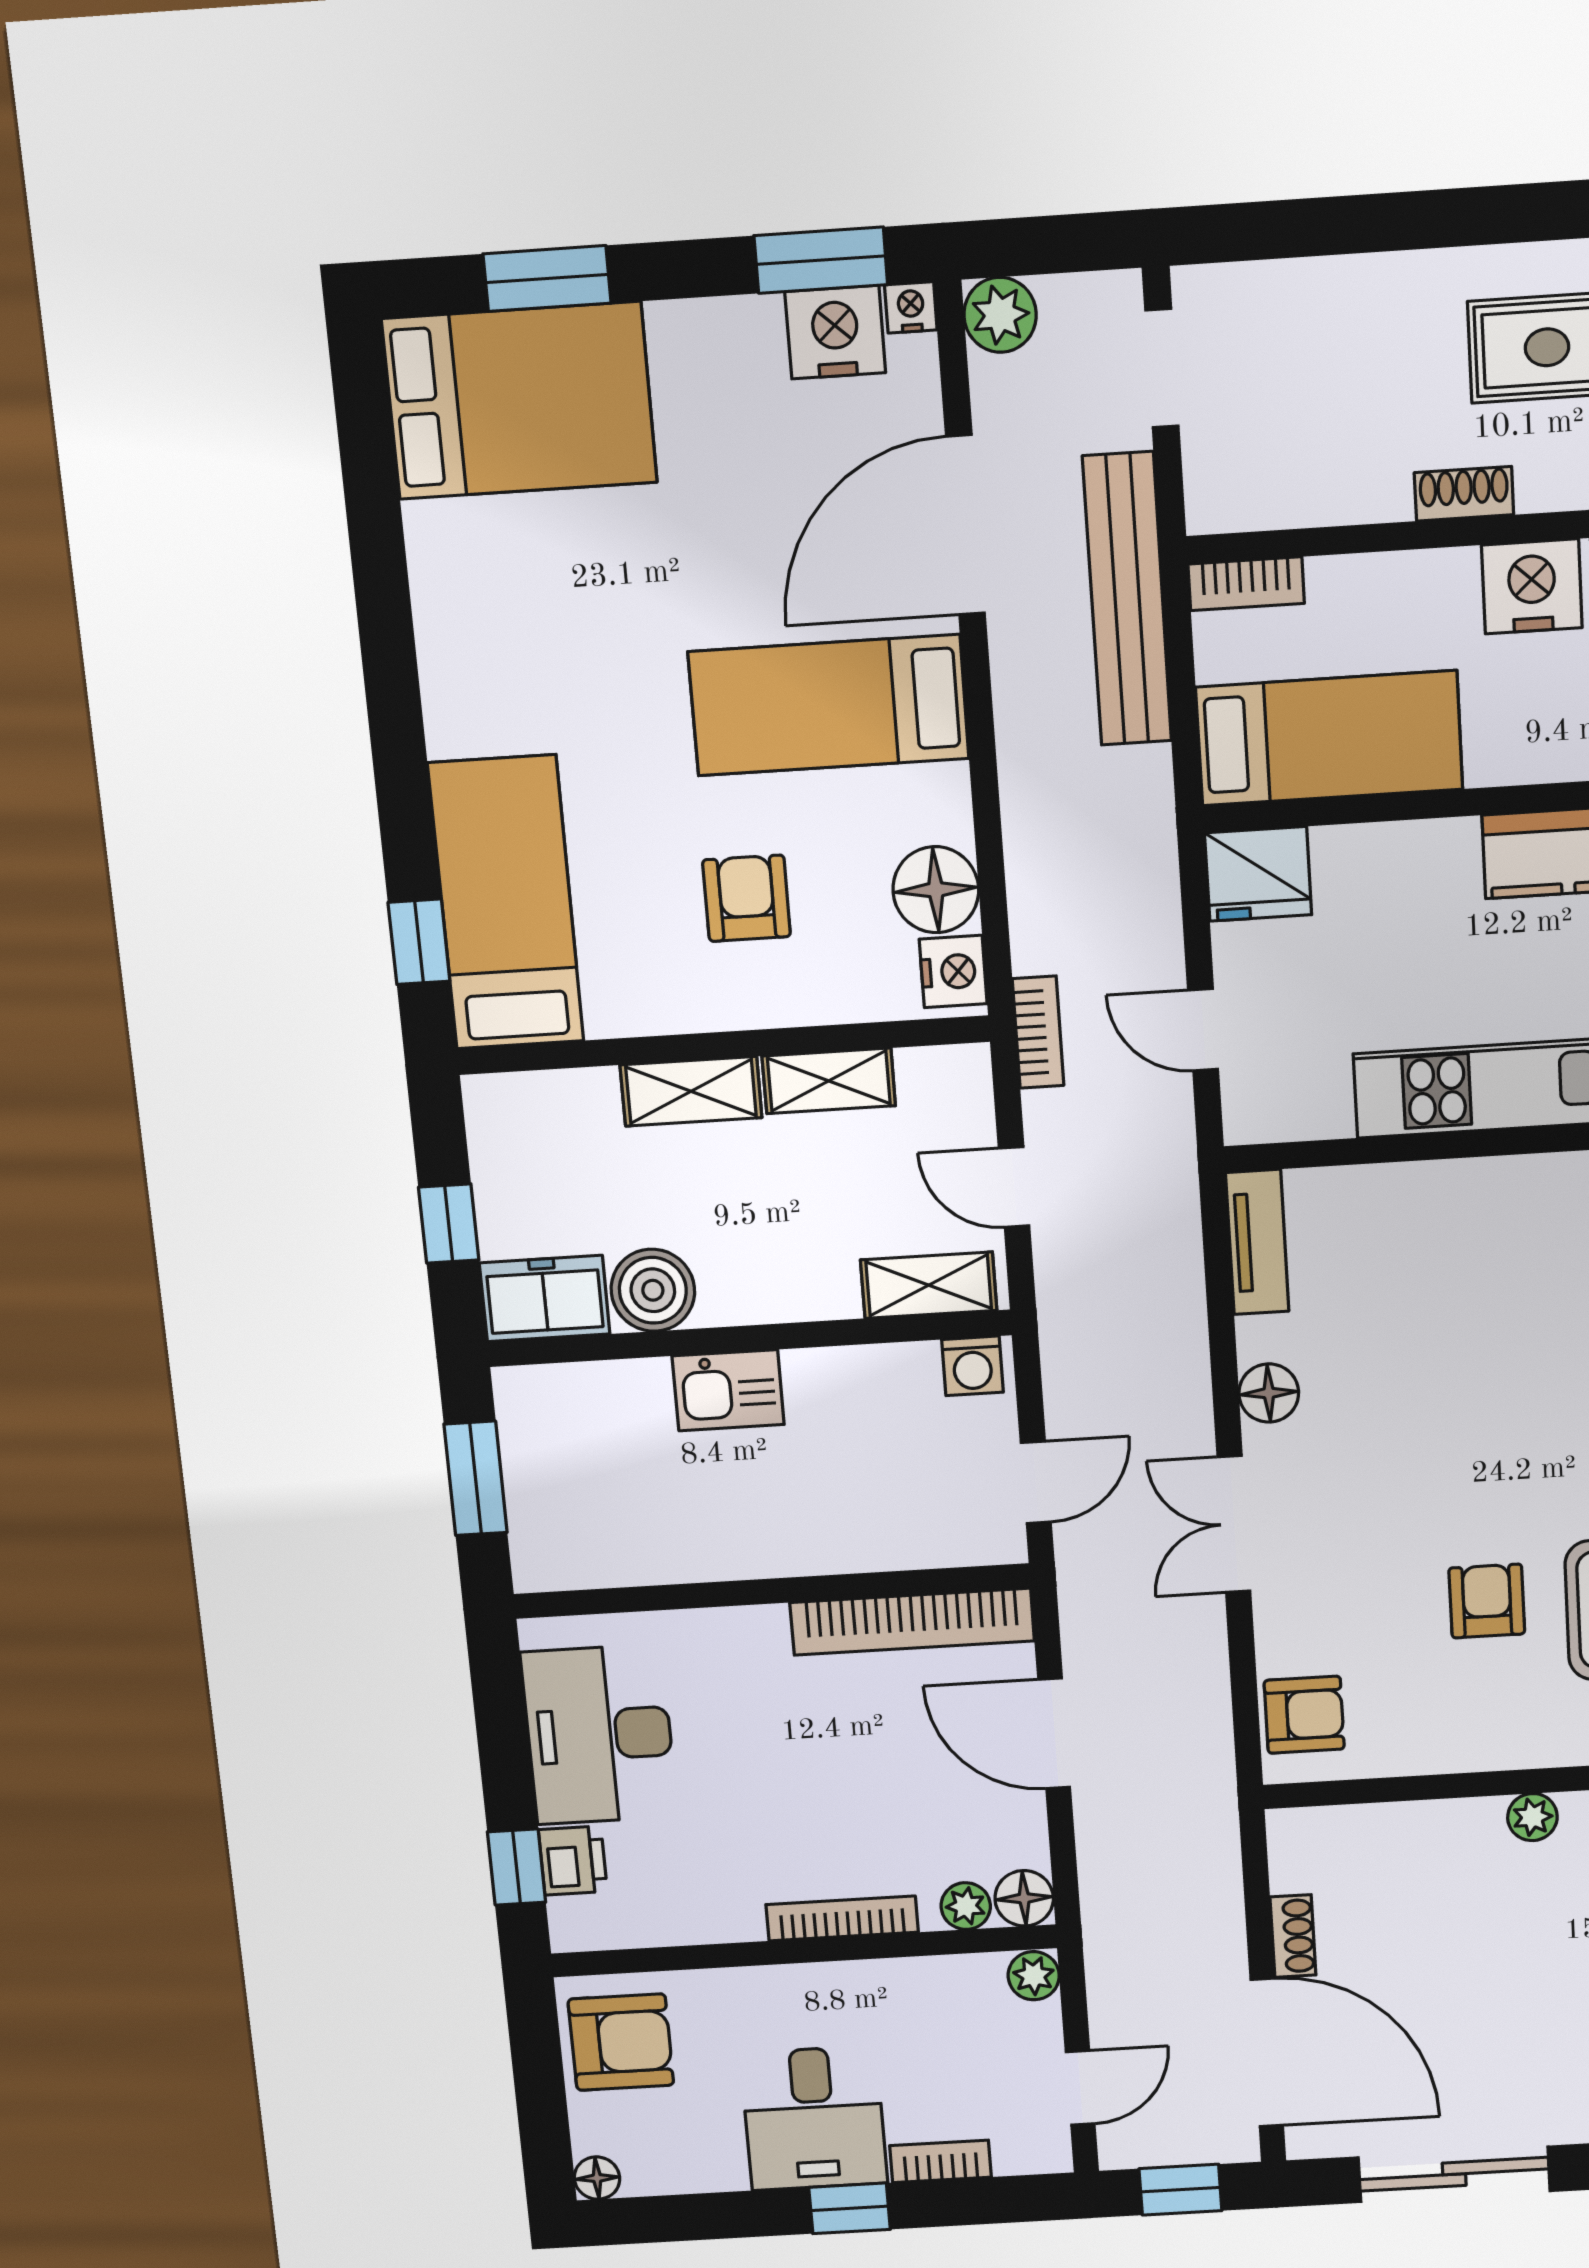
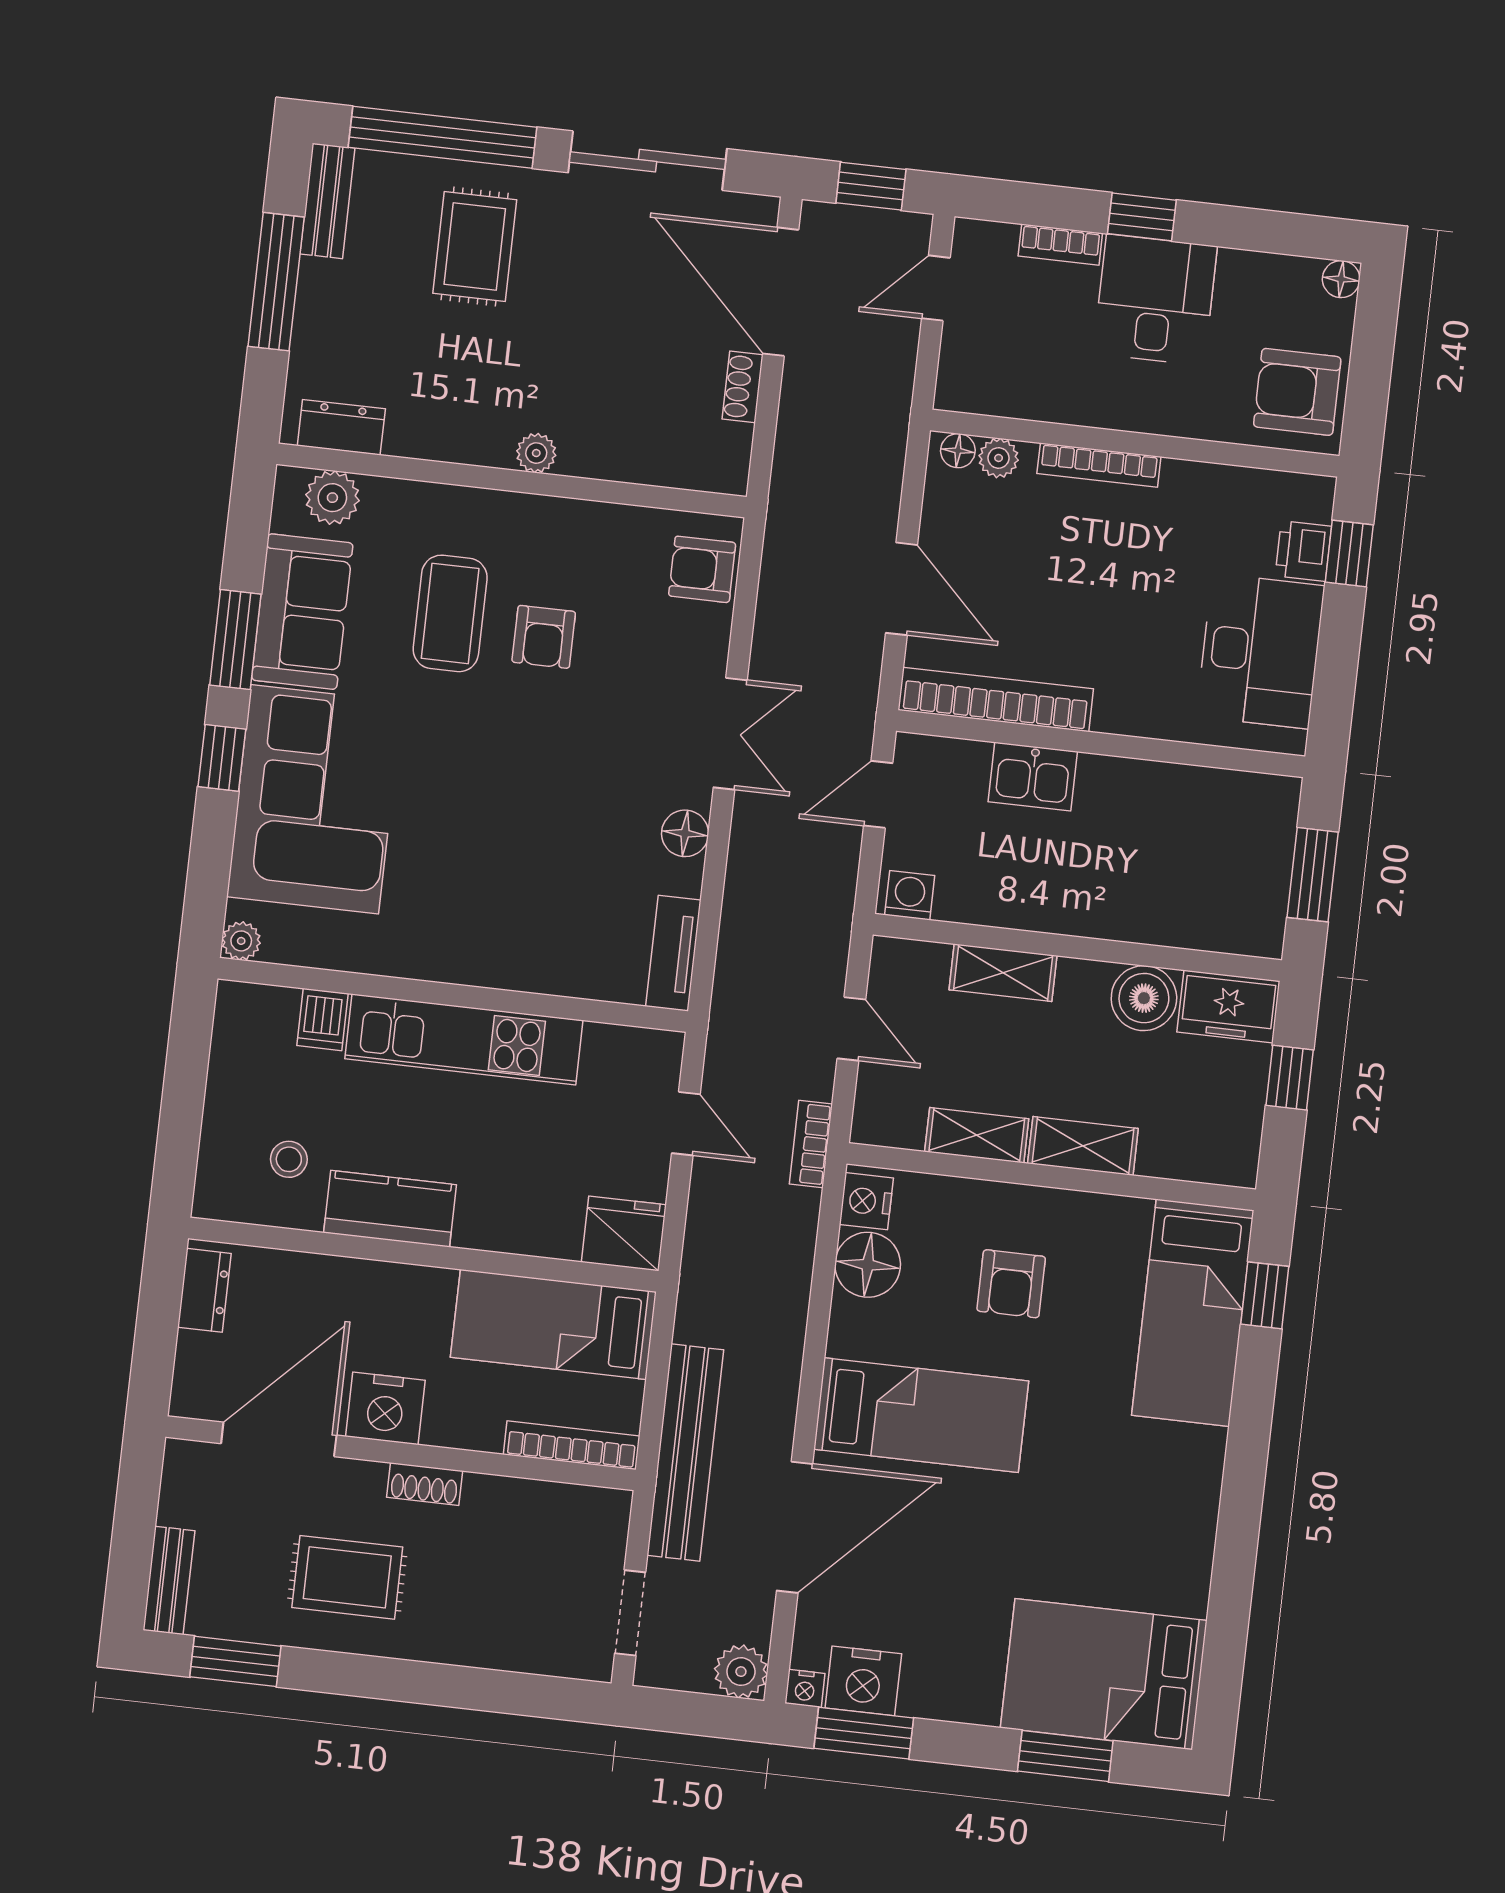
bookcase: (1246, 584) -> (572, 1445), width x1.56
shelving: (929, 1285) -> (1003, 973), moved
kitchen sink: (728, 1390) -> (1033, 777), moved, turned 180
floor lamp: (1024, 1898) -> (958, 451), width x0.73, depth x0.73
plant: (1034, 1976) -> (955, 390), removed

